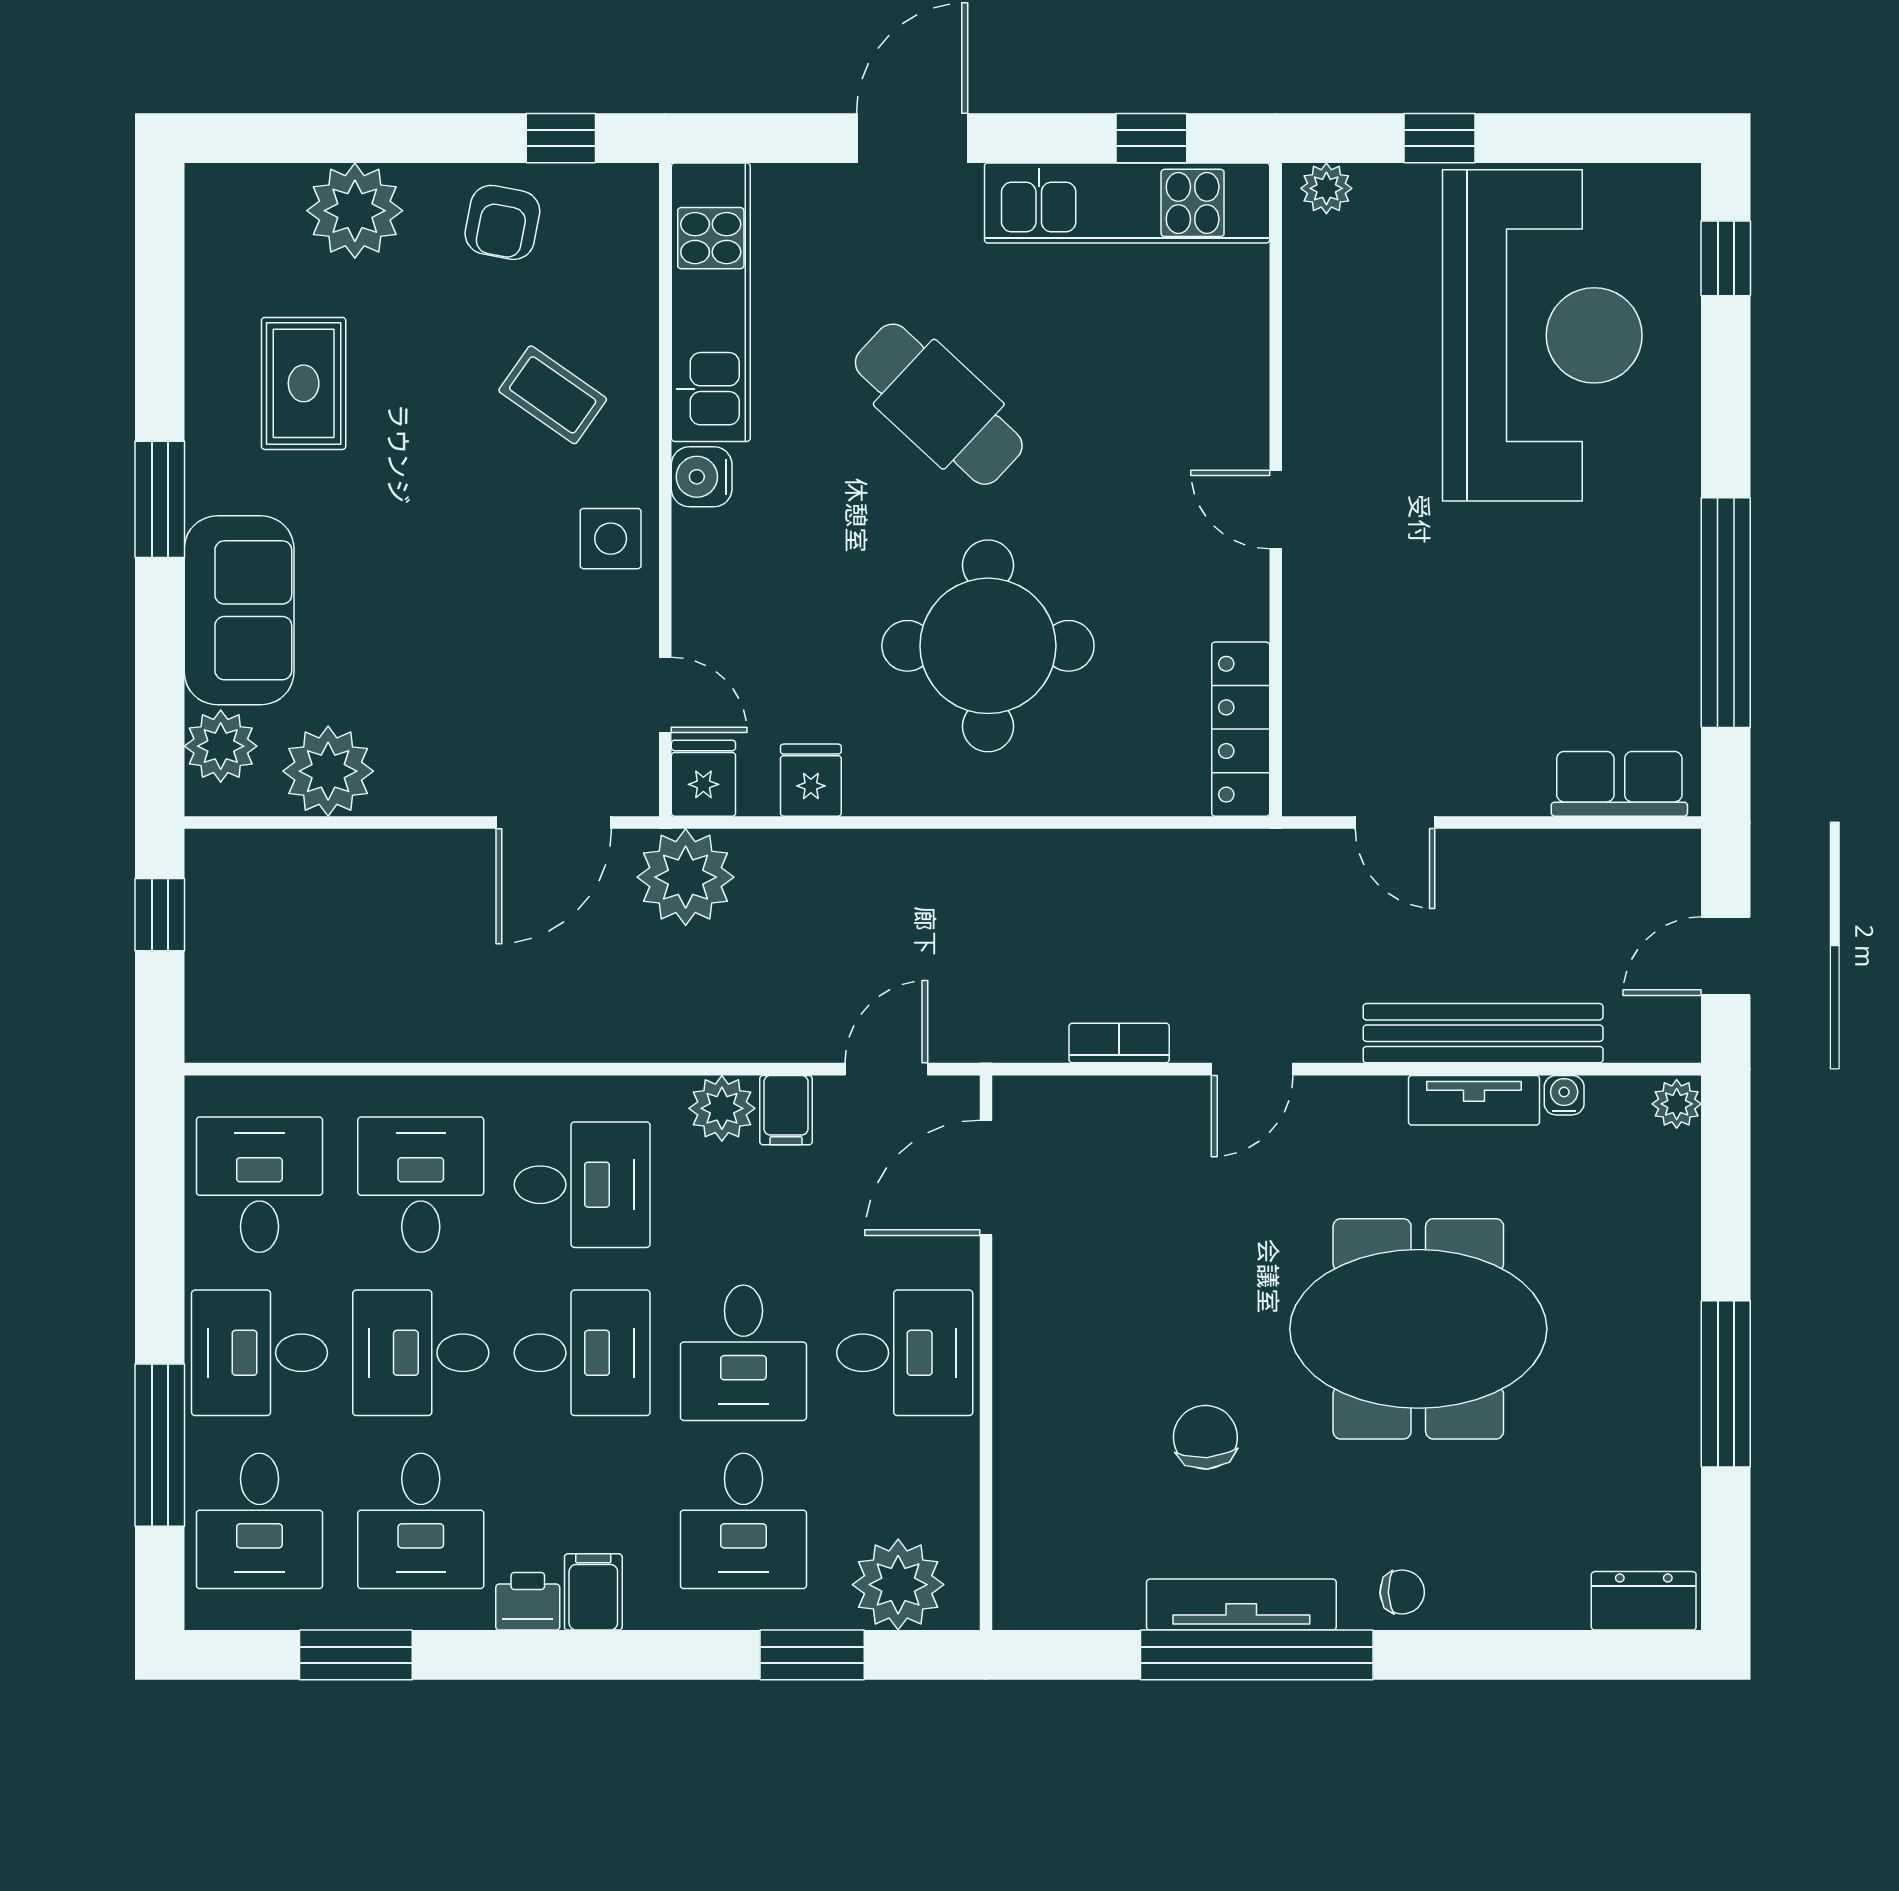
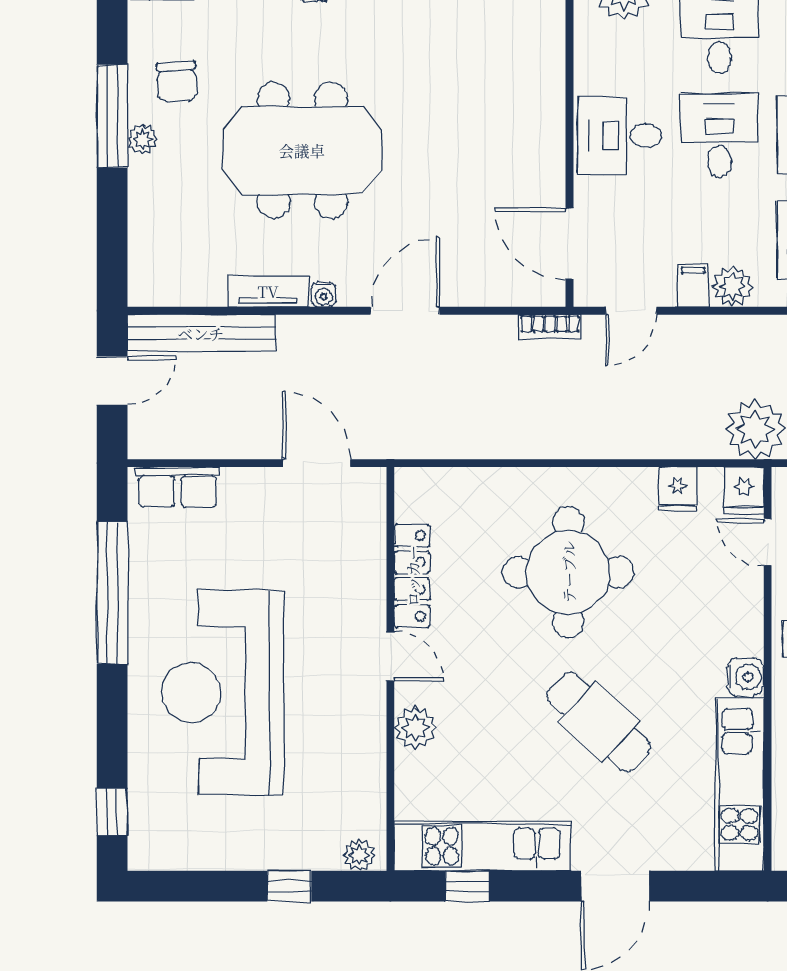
reception desk: (1542, 335) -> (223, 692), moved
plant: (1235, 394) -> (415, 728), added
locker: (1241, 729) -> (412, 576), moved
door: (1395, 823) -> (317, 463), width x1.38
bench: (1483, 1033) -> (201, 333), moved
bookcase: (1119, 1043) -> (550, 327), moved
door: (1252, 1069) -> (405, 311), width x1.38
water cooler: (1564, 1095) -> (324, 295), moved
plant: (1677, 1104) -> (143, 139), moved
door: (986, 1178) -> (570, 244), swing flipped
chair: (1205, 1437) -> (177, 82), moved

